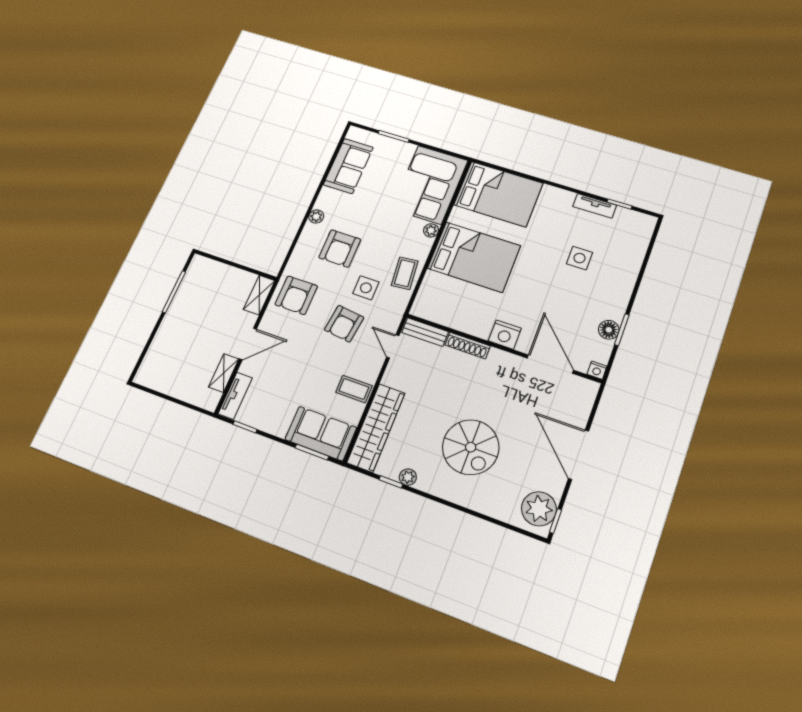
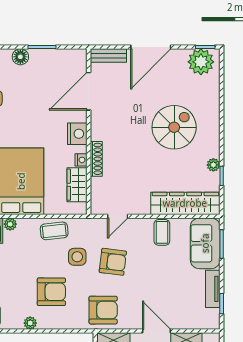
wardrobe: (446, 315) -> (77, 185), added
floor lamp: (609, 330) -> (20, 57), moved
bench: (425, 332) -> (108, 56), moved, turned 90
nightstand: (597, 370) -> (81, 160), moved
tv unit: (235, 396) -> (213, 289), moved, turned -90

